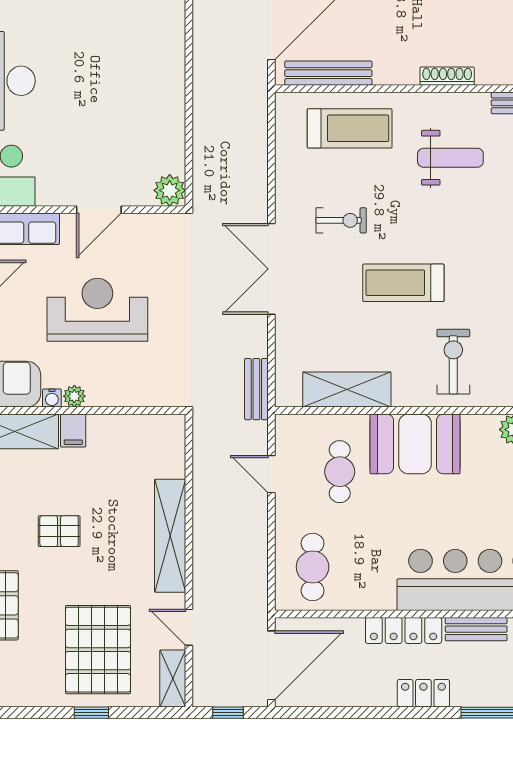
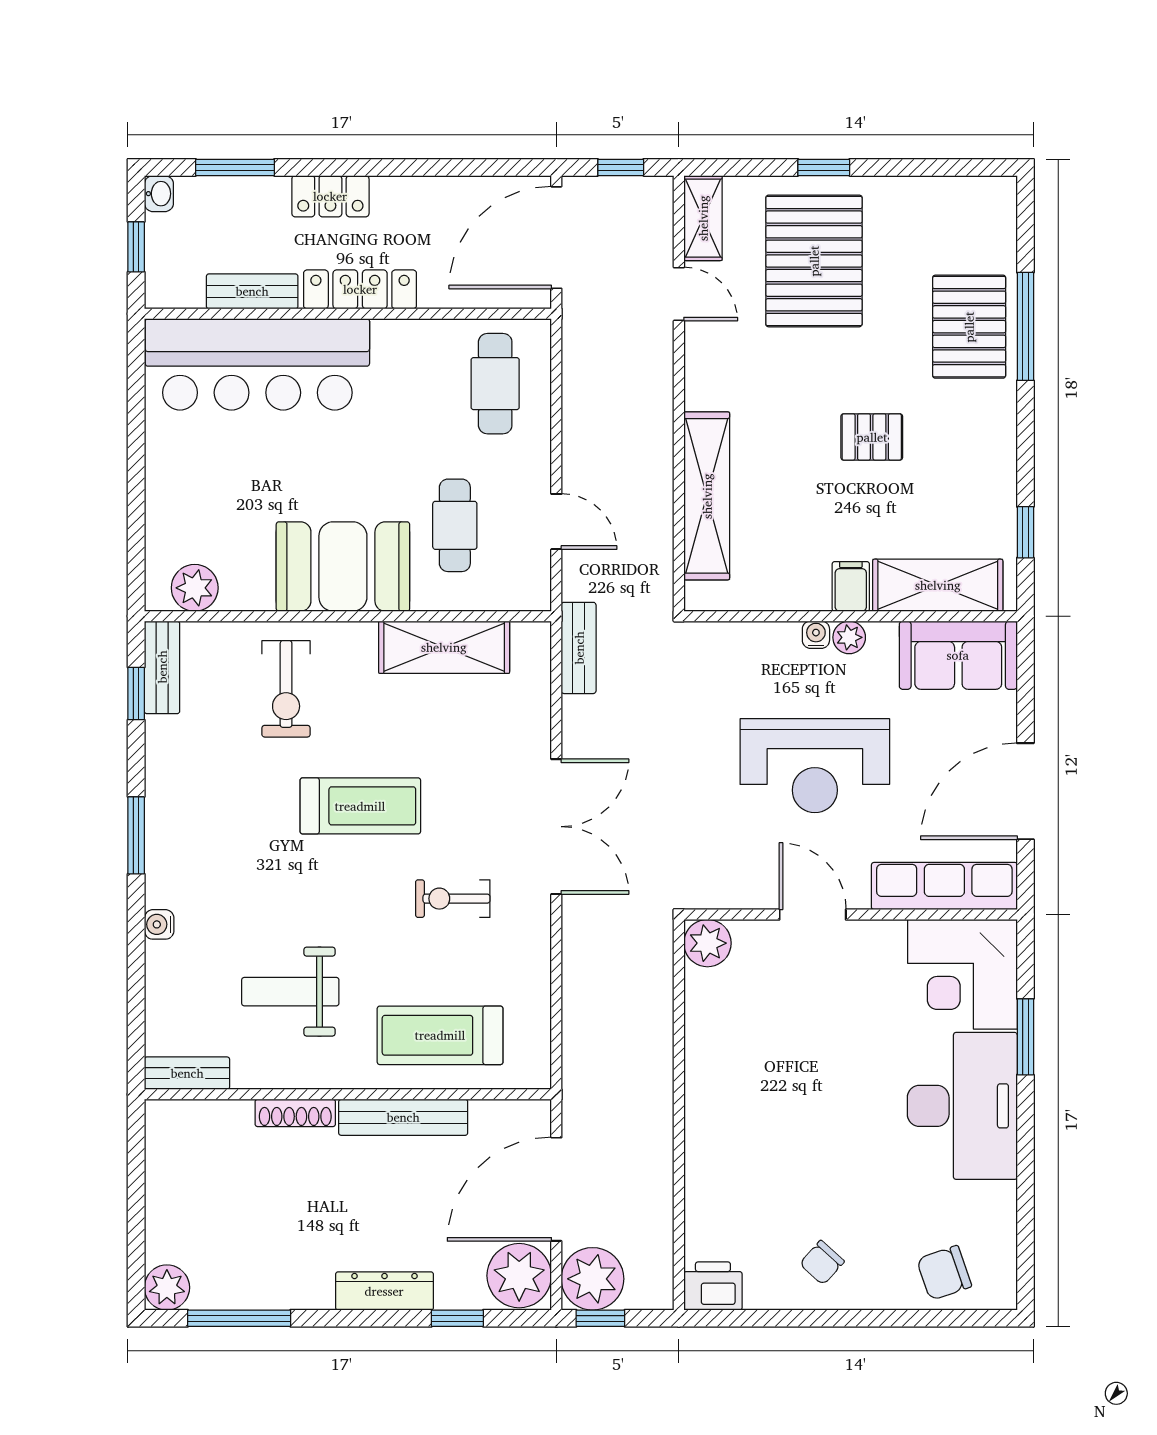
bench: (328, 73) -> (403, 1117), moved
door: (99, 210) -> (813, 915), hinge flipped
water cooler: (52, 398) -> (816, 635), moved
shelving: (170, 536) -> (707, 496), moved

